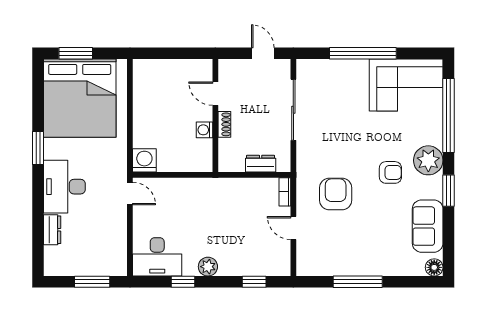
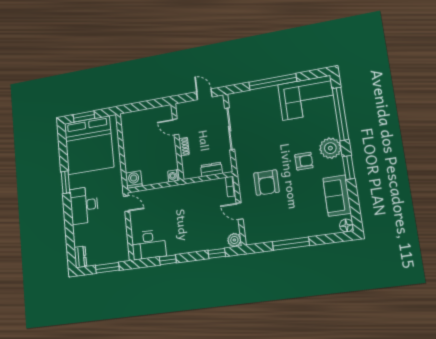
washing machine: (205, 130) -> (174, 176), moved
armchair: (336, 194) -> (267, 183), turned 180
dresser: (52, 230) -> (80, 257), moved
plant: (208, 267) -> (234, 240), moved

